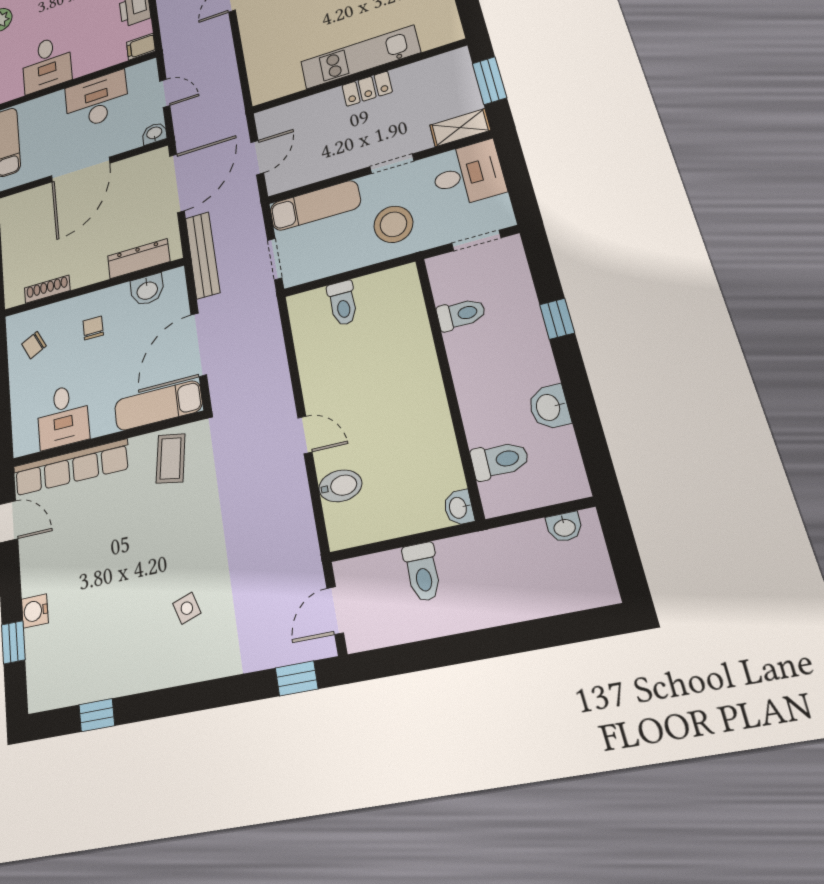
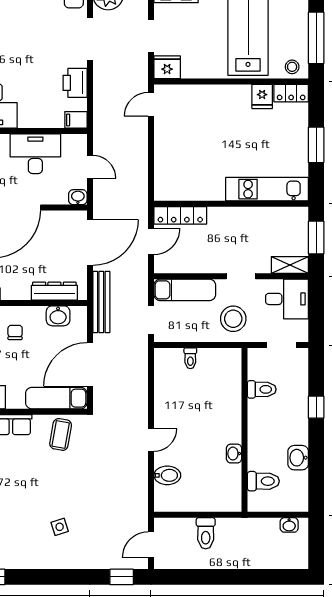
kitchen unit: (360, 57) -> (267, 189), moved
locker: (367, 89) -> (180, 215), moved, width x1.53
toilet: (343, 303) -> (190, 358), width x0.73, depth x0.72
door: (305, 435) -> (151, 440), hinge flipped
washbasin: (459, 508) -> (234, 454), moved

